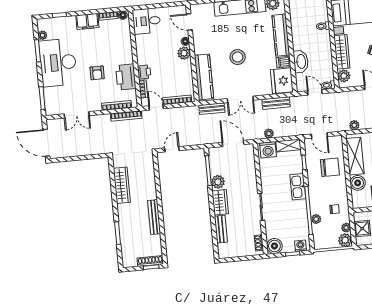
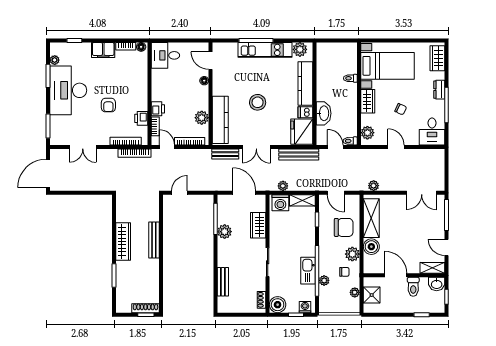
wardrobe: (342, 52) -> (368, 101), width x0.67
plant: (184, 53) -> (202, 118), moved
printer: (126, 77) -> (141, 118), width x0.53, depth x0.68
bench: (276, 103) -> (299, 155), width x1.36
door: (46, 143) -> (48, 174), hinge flipped
wardrobe: (122, 185) -> (123, 241), moved
kitchen sink: (298, 187) -> (308, 271), moved
wardrobe: (220, 202) -> (258, 225), moved, turned 180
bench: (154, 217) -> (154, 240), moved
plant: (345, 240) -> (352, 254), moved

